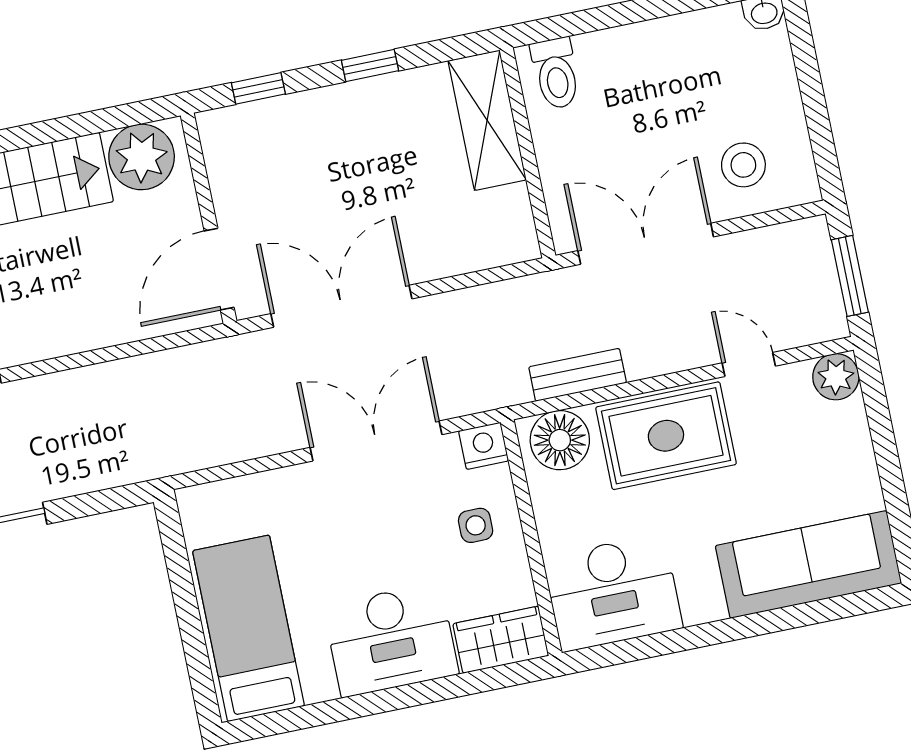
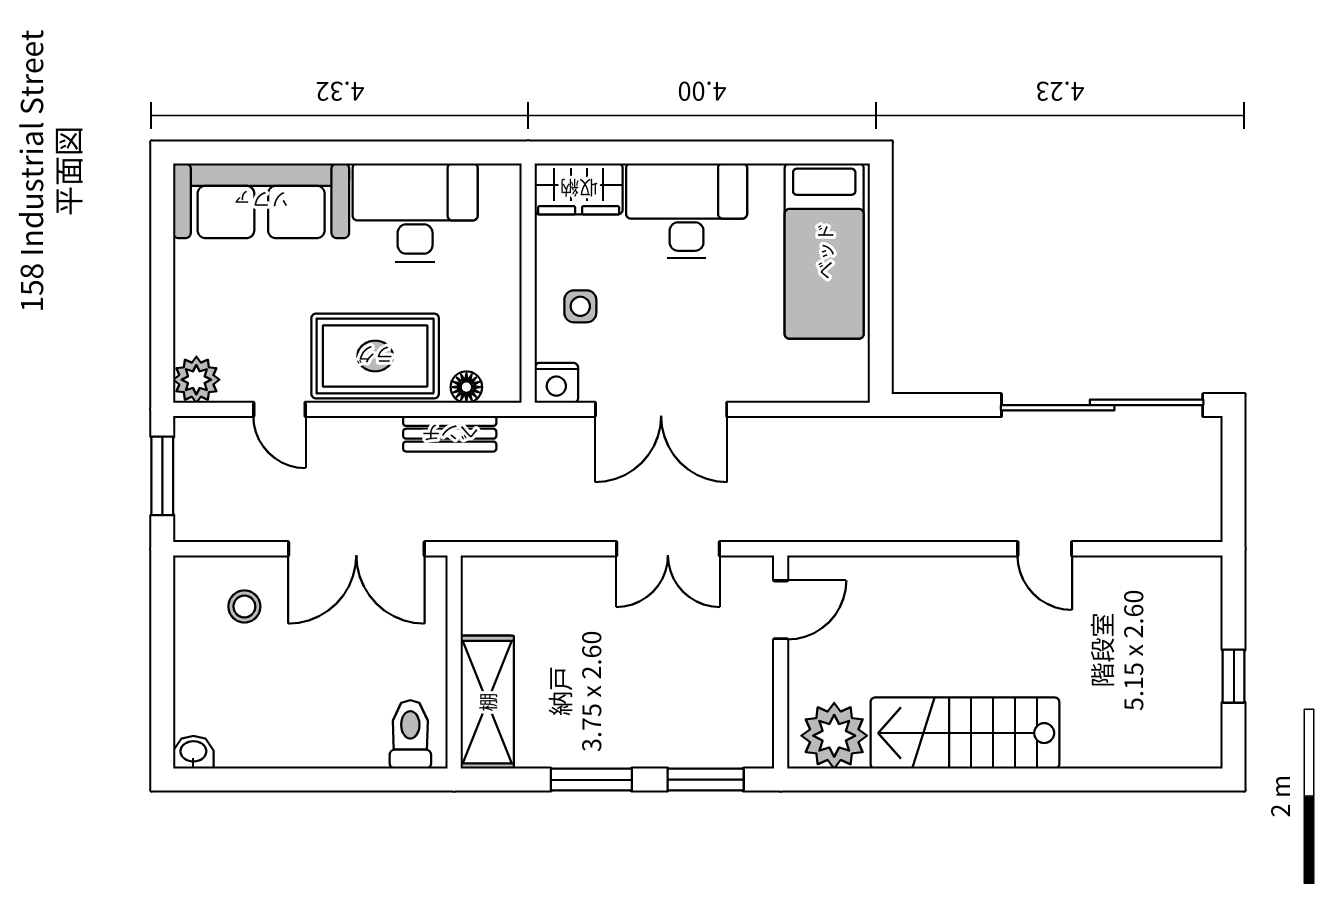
window: (370, 65) -> (591, 780), width x1.50
window: (258, 88) -> (706, 780), width x1.50
stool: (743, 165) -> (244, 606), width x0.73, depth x0.73
door: (219, 269) -> (781, 610), width x0.73
double door: (341, 306) -> (668, 549), width x0.73
floor lamp: (560, 440) -> (466, 387), width x0.53, depth x0.53
desk: (613, 593) -> (415, 212), moved

